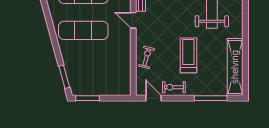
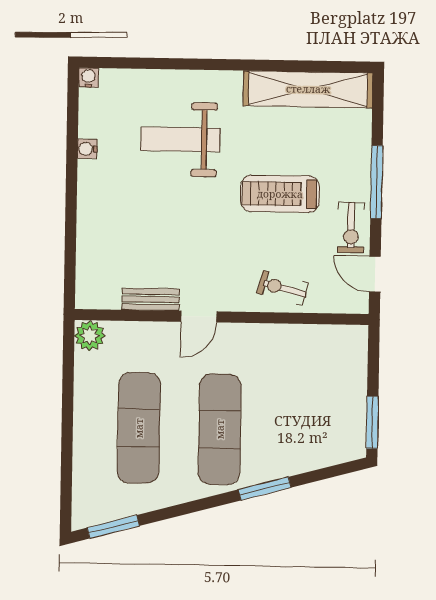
window: (64, 77) -> (265, 489), moved
door: (154, 98) -> (375, 274), hinge flipped
window: (211, 98) -> (376, 182), moved

